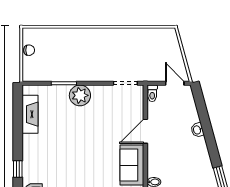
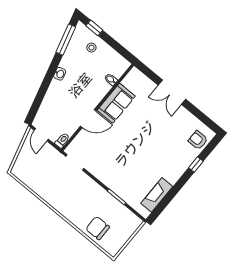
chair: (29, 50) -> (98, 228), moved, width x1.87, depth x1.87
plant: (80, 95) -> (112, 180), removed
washbasin: (197, 130) -> (60, 74), moved

